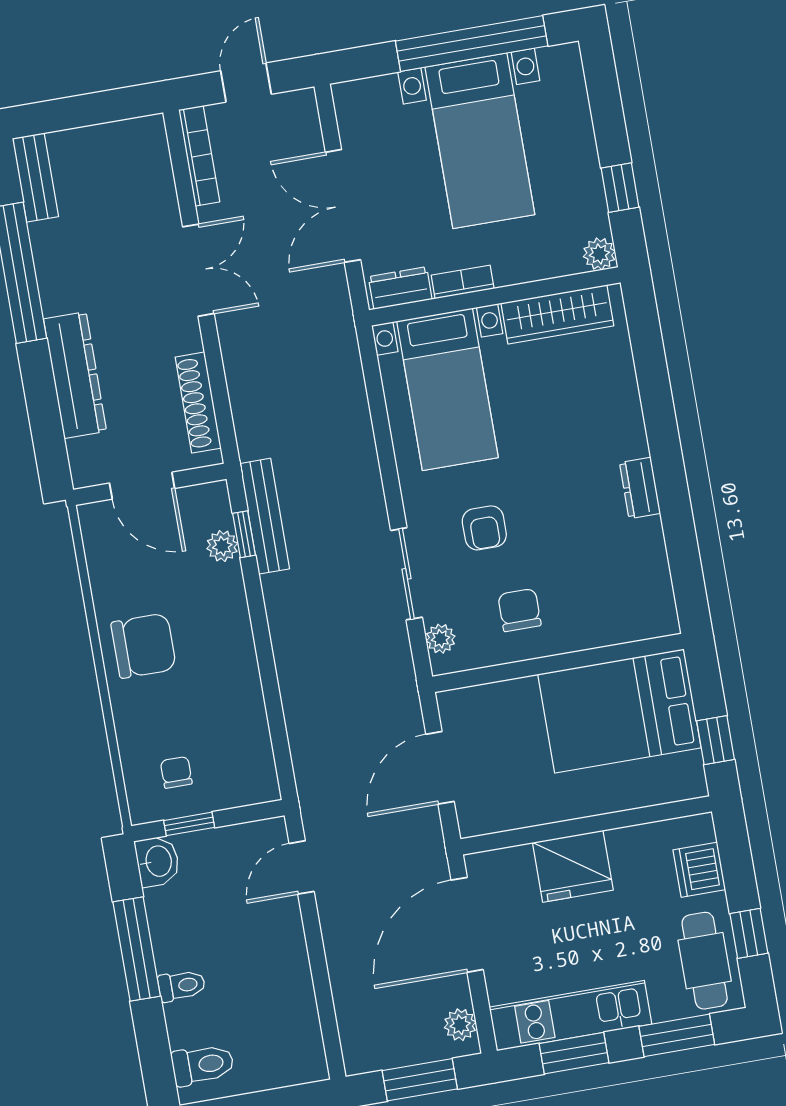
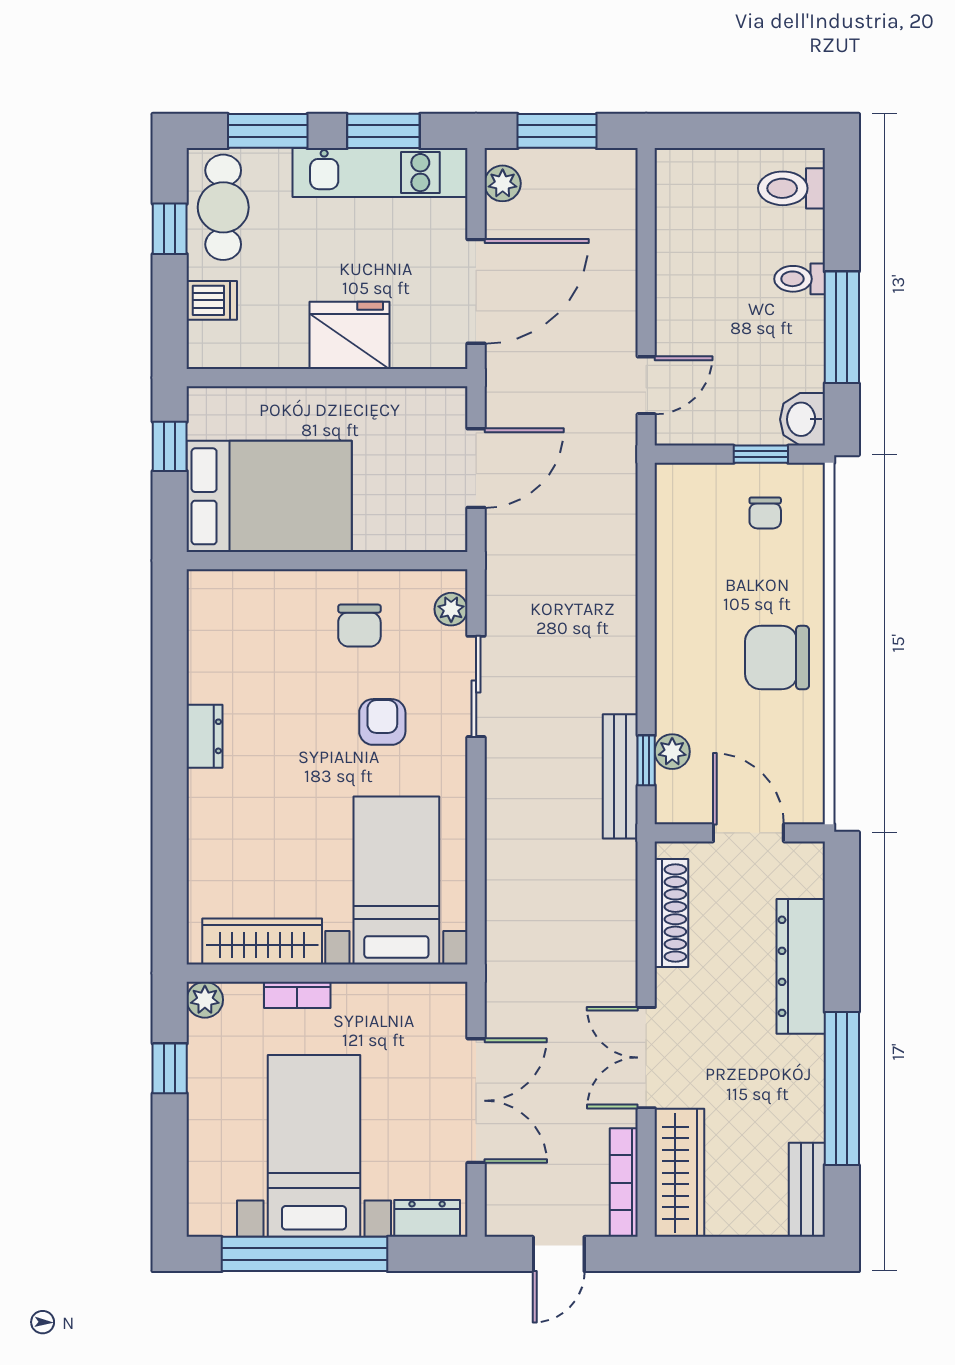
wardrobe: (151, 173) -> (679, 1173), added
bookcase: (463, 282) -> (297, 995), moved
dresser: (400, 288) -> (427, 1218), moved, turned 180
dishwasher: (699, 870) -> (212, 300), width x0.73

